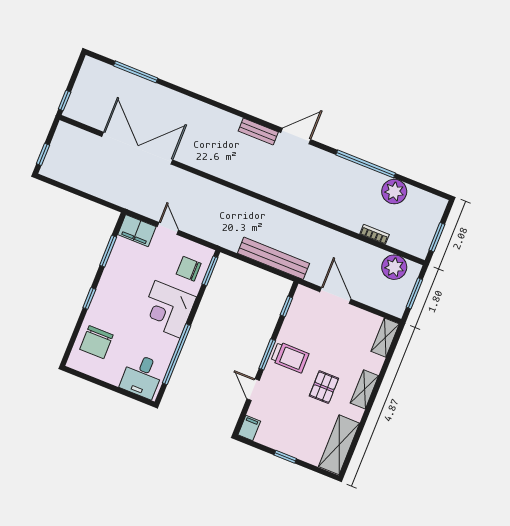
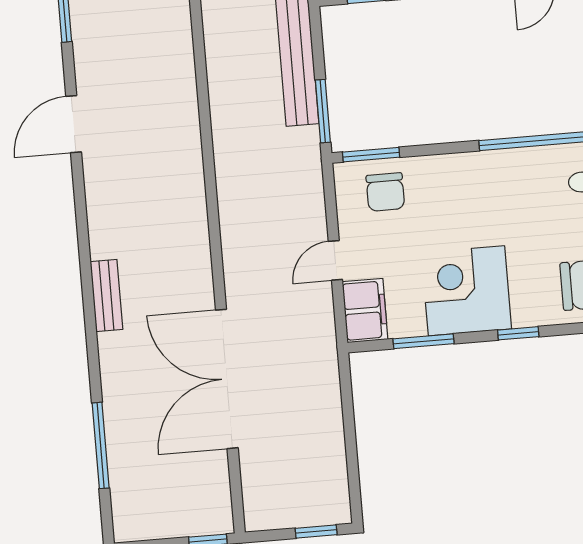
bench: (258, 132) -> (106, 296), moved
door: (296, 136) -> (74, 124), hinge flipped
window: (242, 258) -> (323, 111), added
corner desk: (168, 309) -> (466, 291), moved, turned 180

